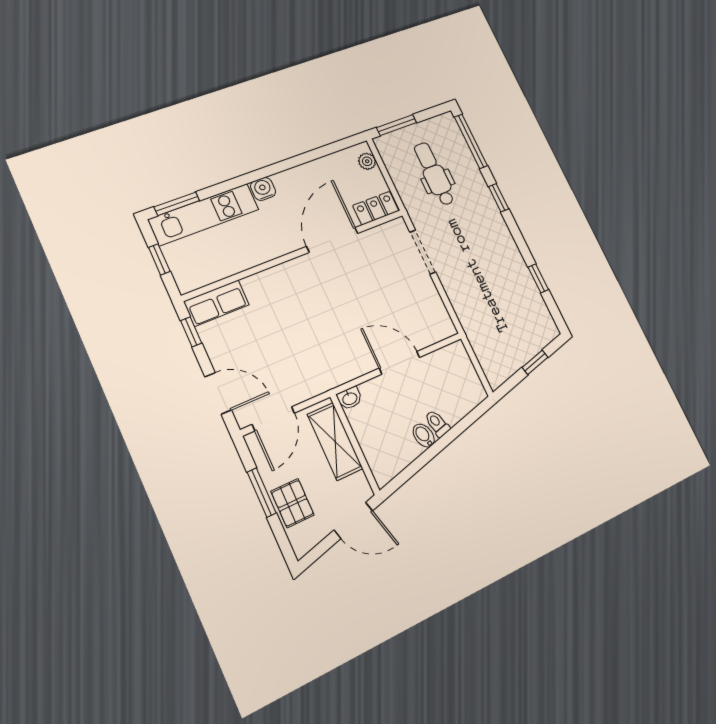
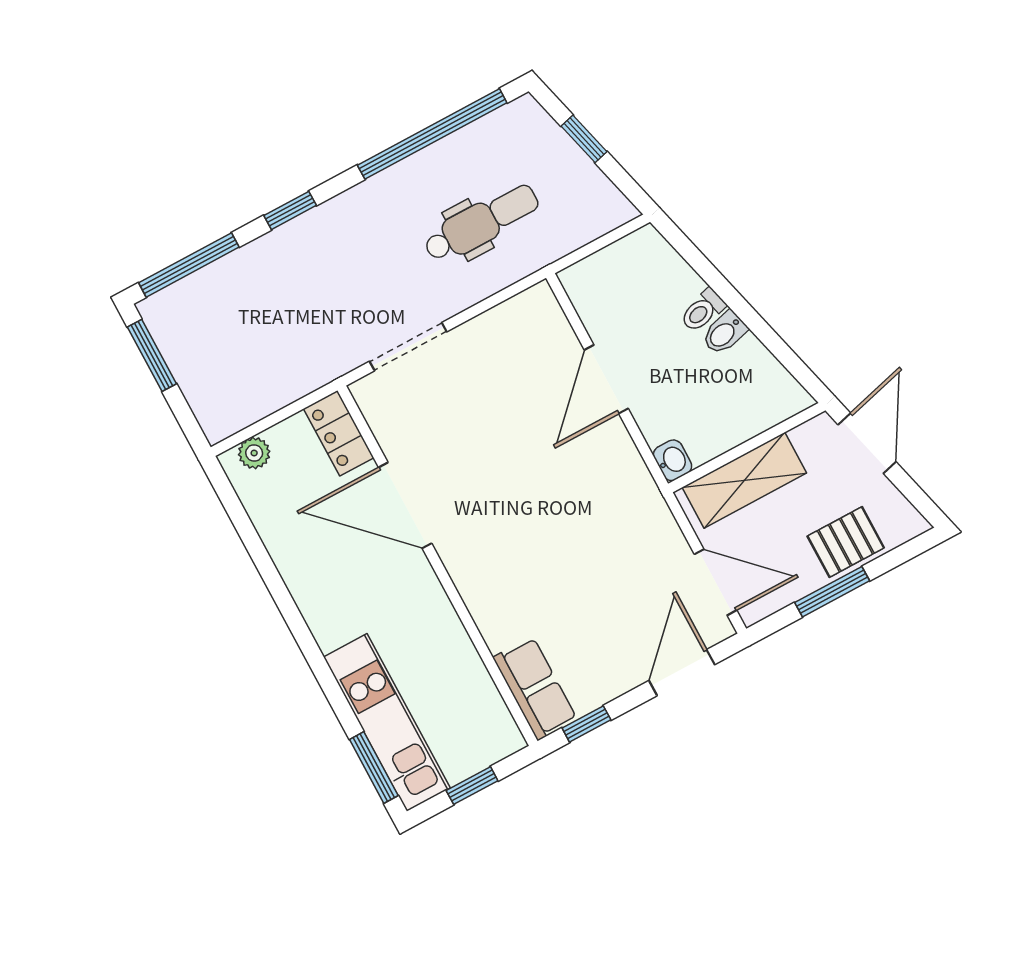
window: (397, 125) -> (152, 355), moved
dental chair: (434, 174) -> (481, 223), moved, turned 180
water cooler: (263, 189) -> (329, 629), removed
window: (538, 278) -> (432, 134), width x3.17

